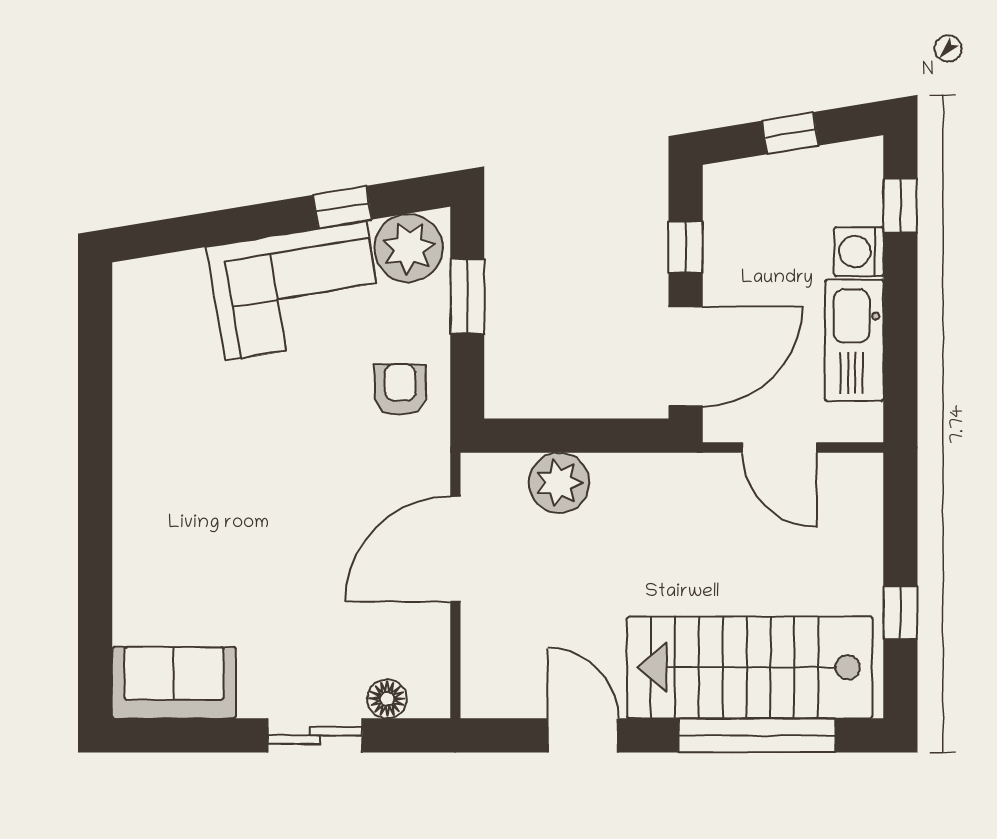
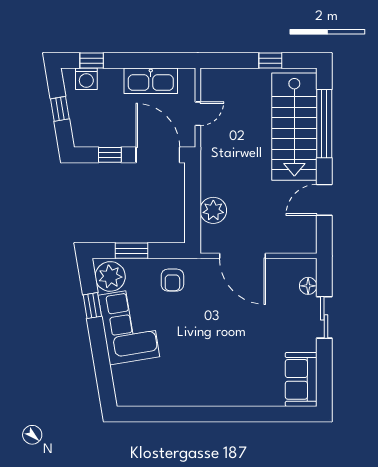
washing machine: (859, 252) -> (86, 79), moved
armchair: (400, 390) -> (172, 280), turned -90
door: (779, 447) -> (198, 114), width x0.73

